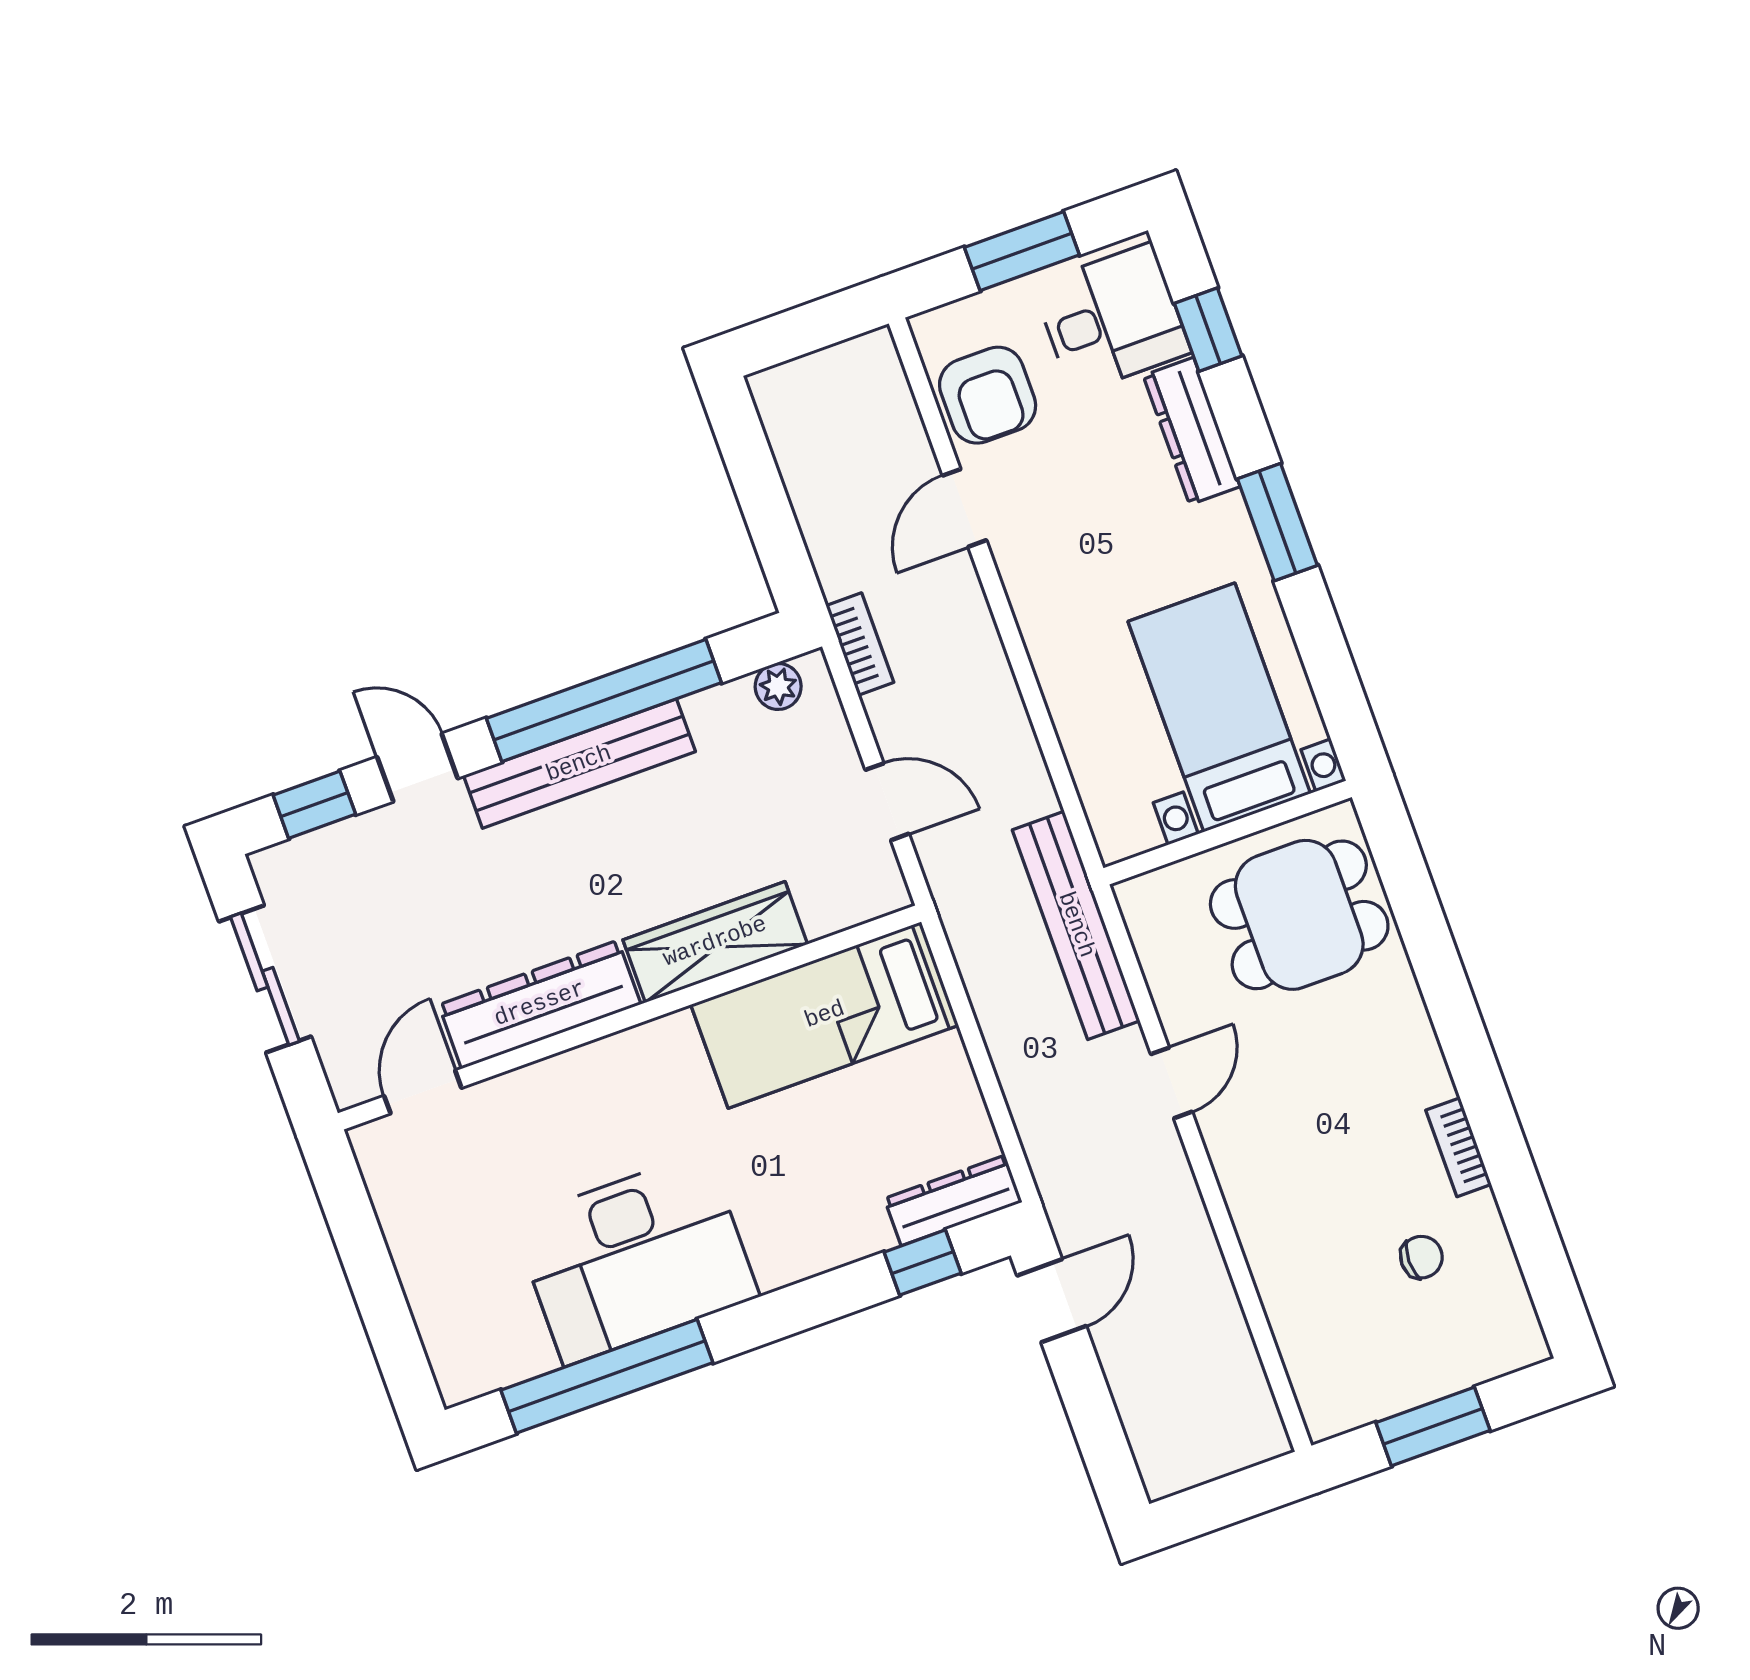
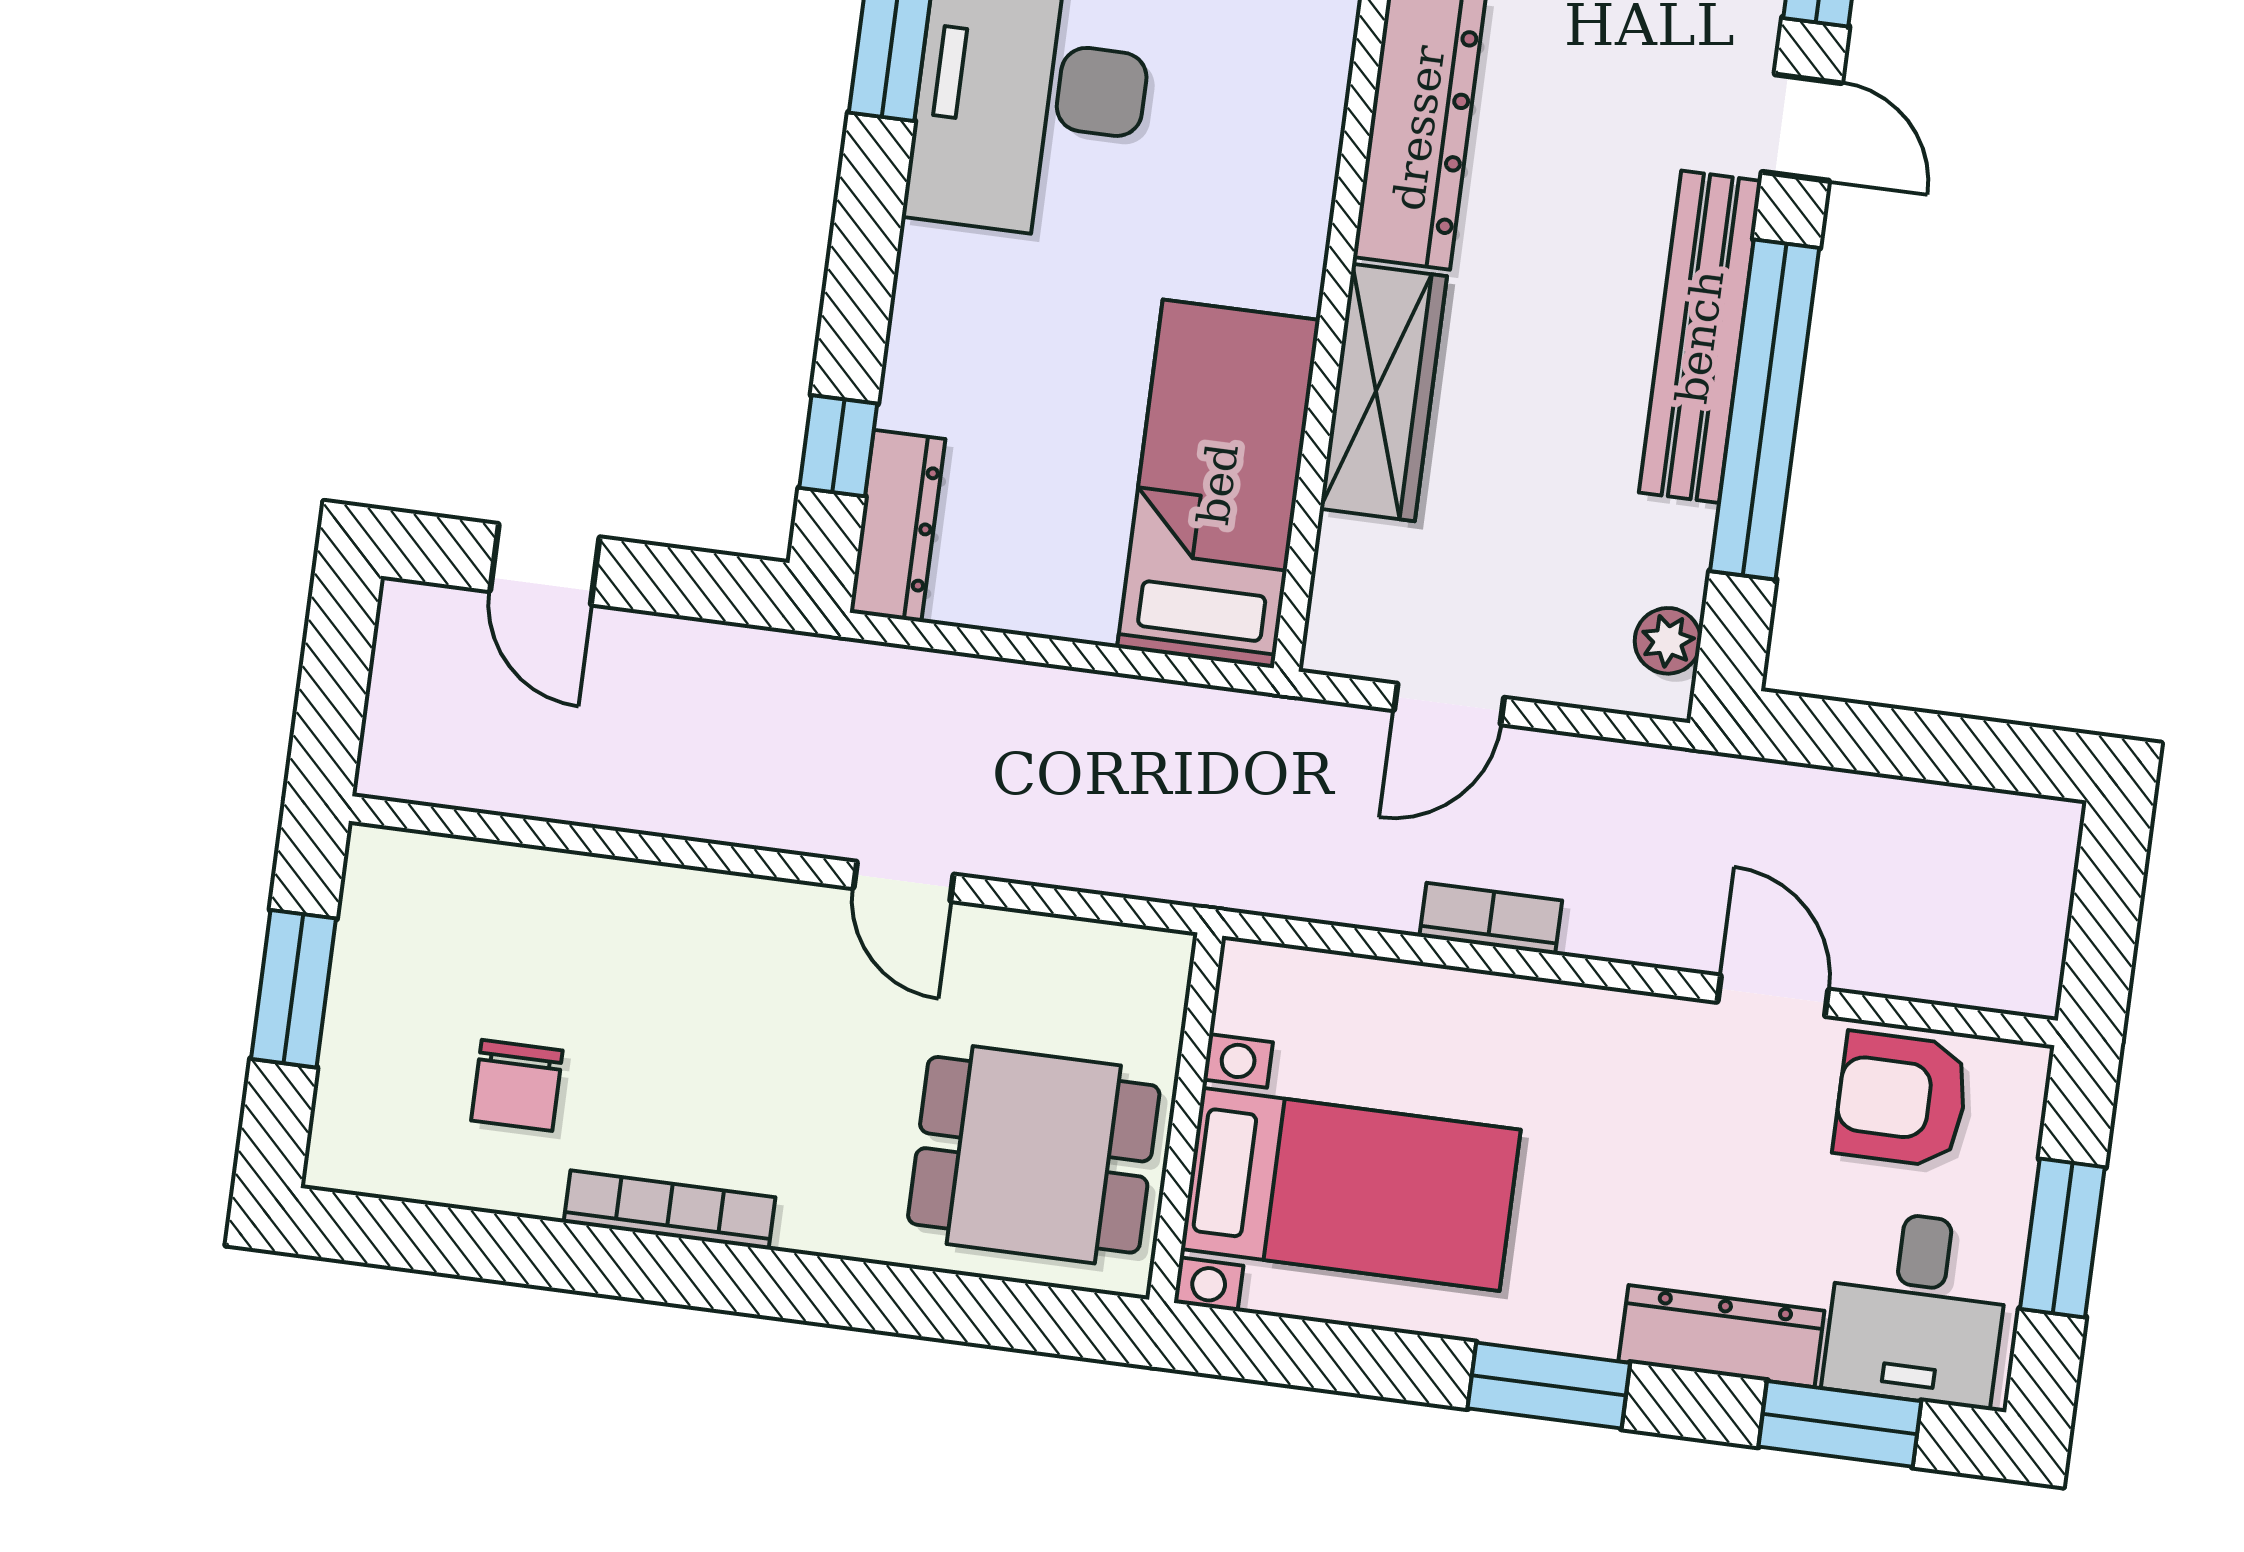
window: (1208, 330) -> (1840, 1424), width x1.50
bookcase: (860, 644) -> (1491, 919), moved, turned 180
door: (417, 768) -> (1802, 128), hinge flipped
dining table: (1299, 915) -> (1034, 1155), turned 90
bench: (1076, 925) -> (1167, 863), removed
bookcase: (1459, 1147) -> (669, 1210), width x1.56
chair: (1421, 1257) -> (517, 1085), width x1.37, depth x1.37
door: (1052, 1301) -> (545, 564), moved

